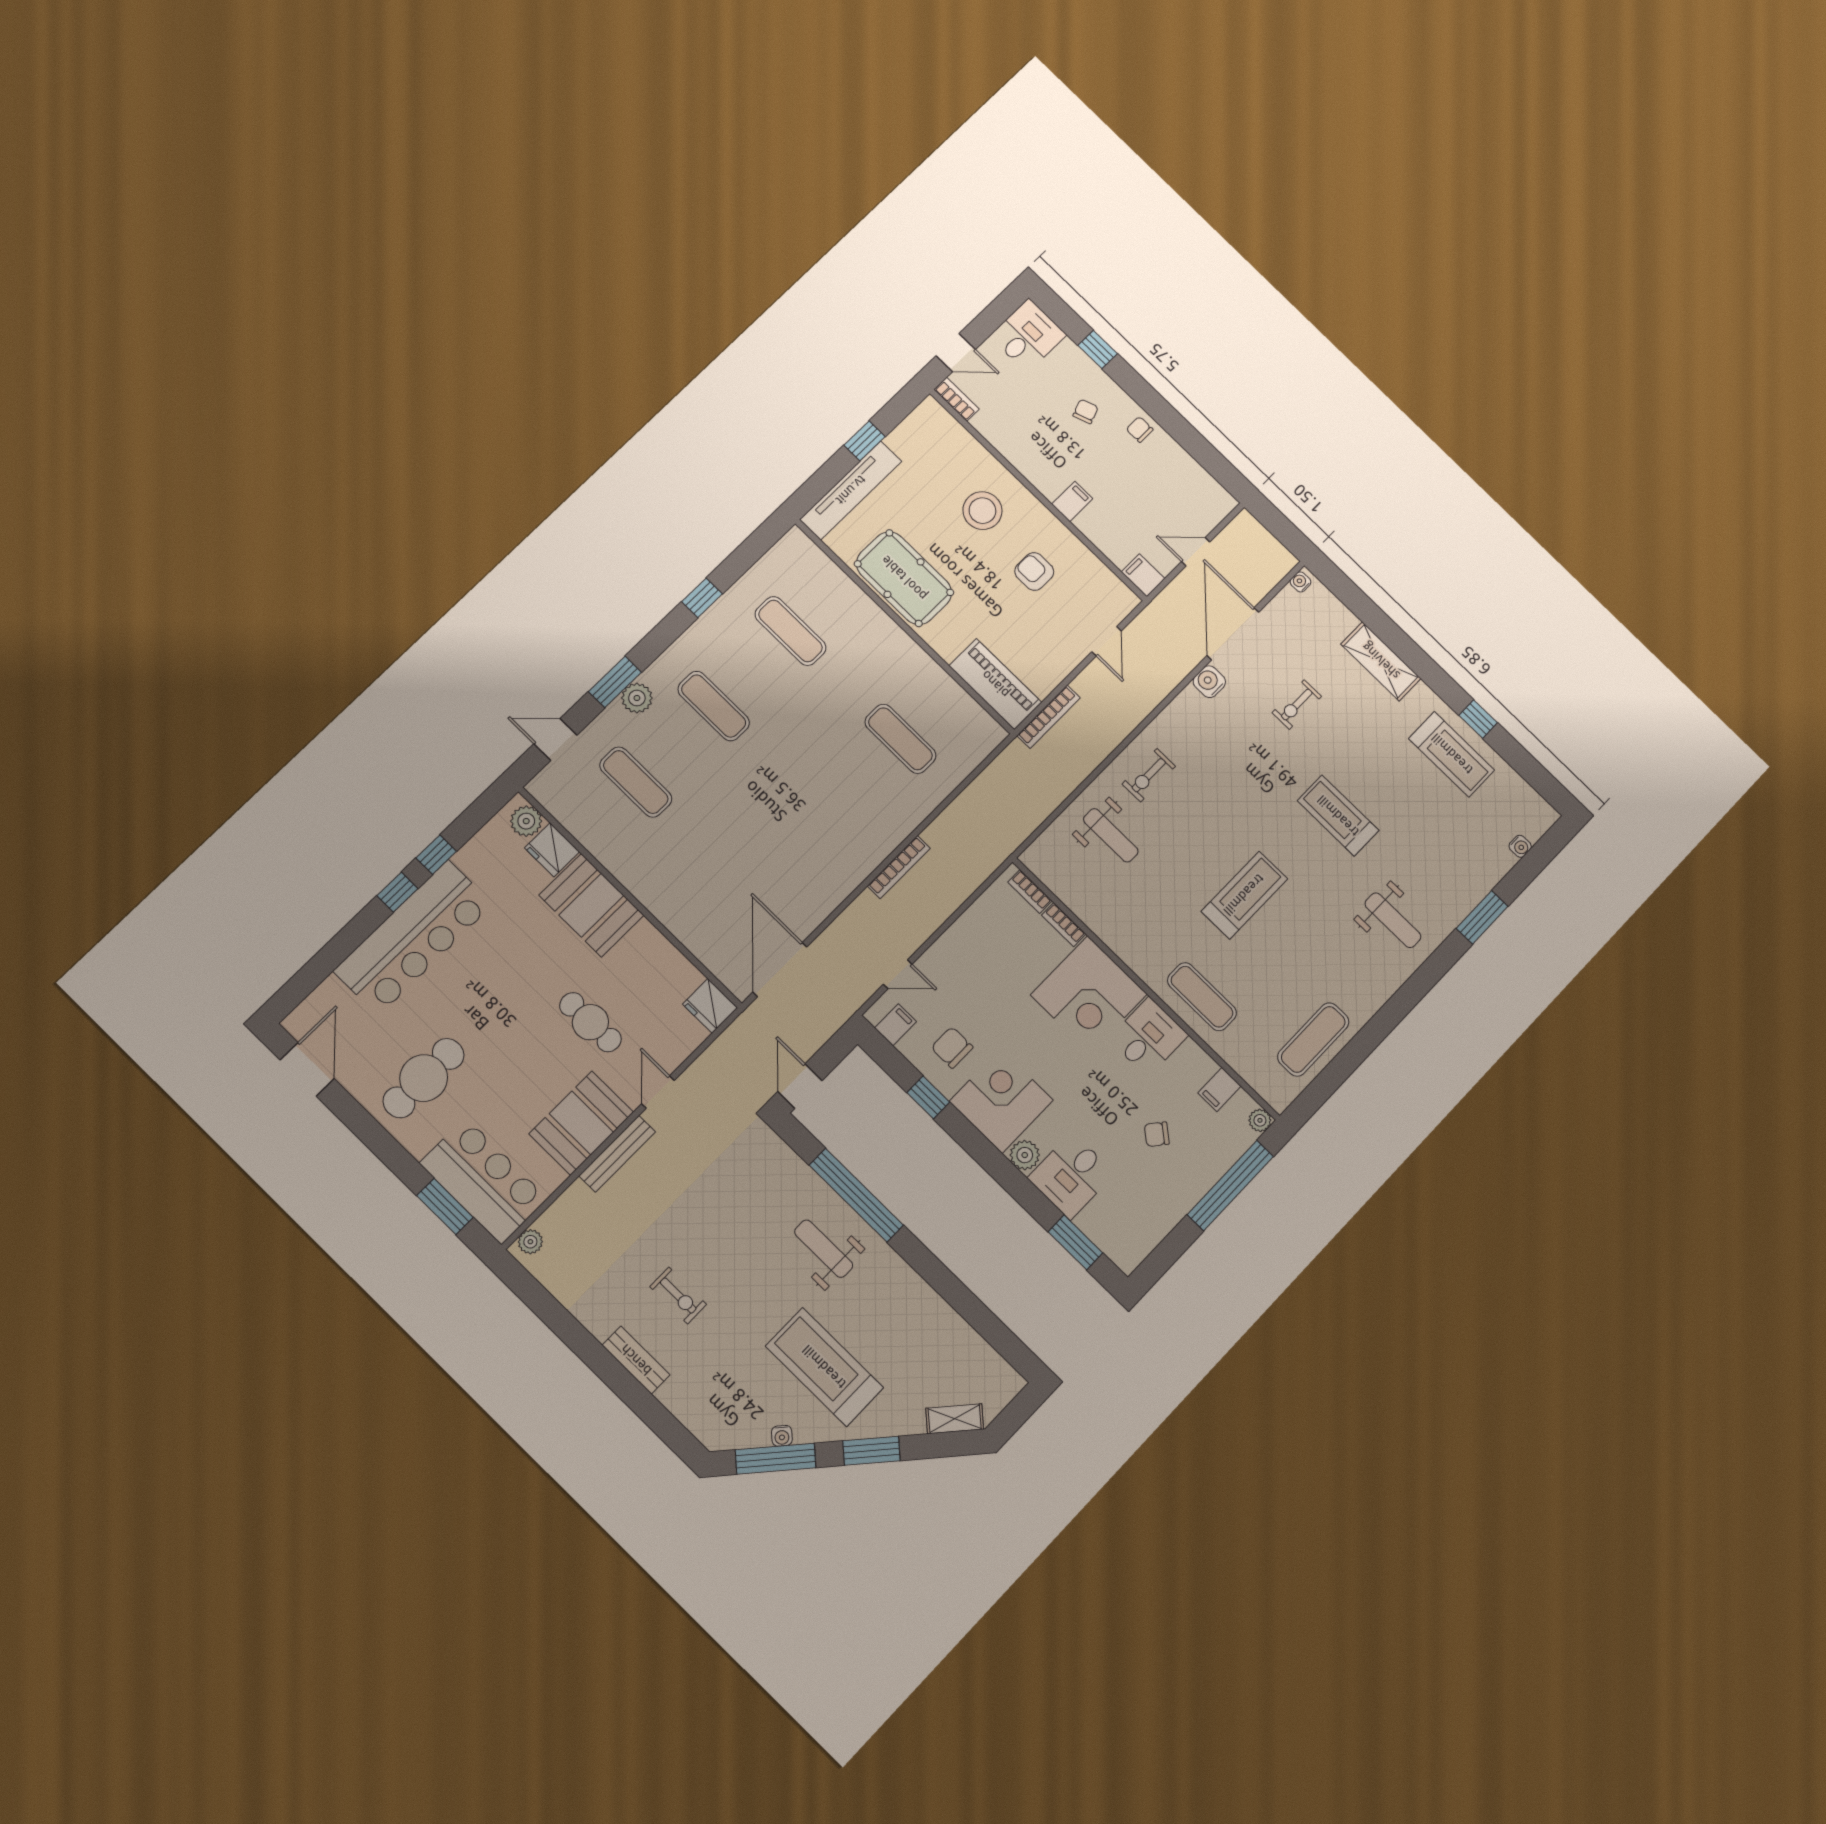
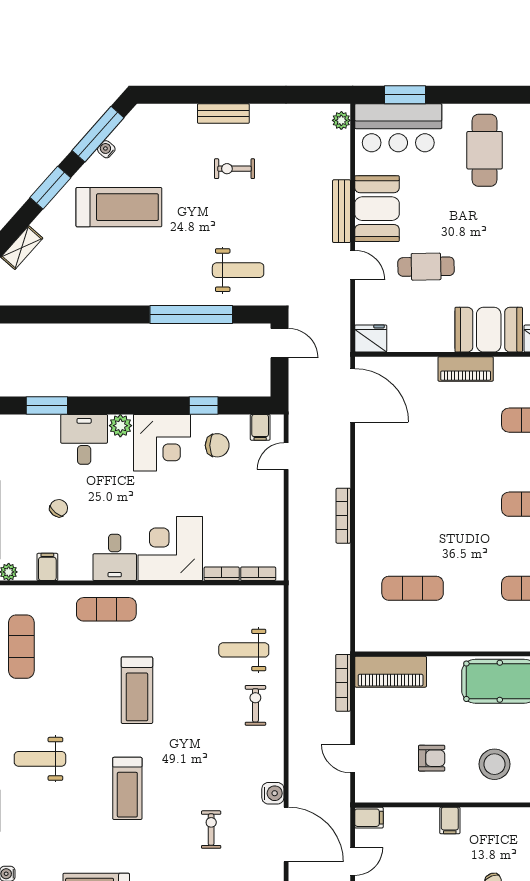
treadmill: (1338, 816) -> (127, 788), turned 90
piano: (650, 890) -> (466, 369), added
weight bench: (824, 1249) -> (238, 270), moved

